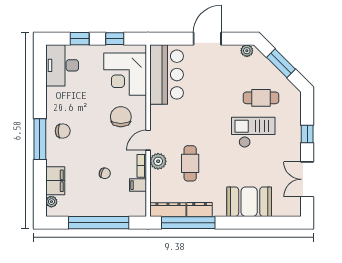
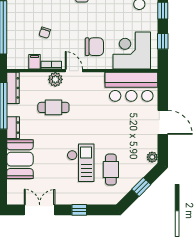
window: (281, 63) -> (141, 187), width x0.67
dresser: (200, 210) -> (13, 128), moved

